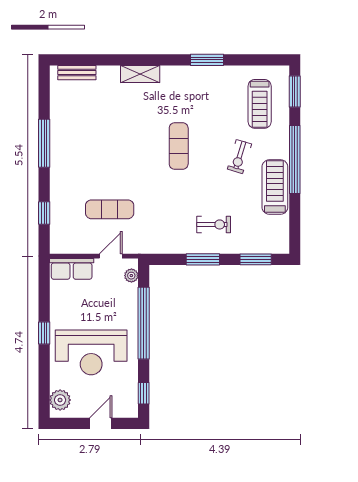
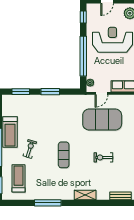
window: (207, 60) -> (48, 203), width x1.44
exercise mat: (110, 209) -> (102, 120), width x2.00, depth x1.45
exercise bike: (214, 224) -> (103, 157), moved

